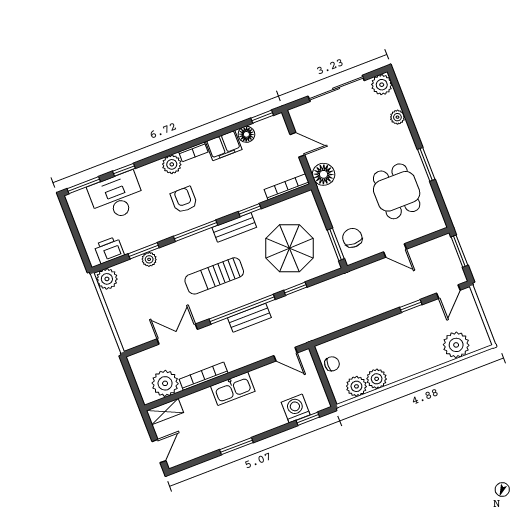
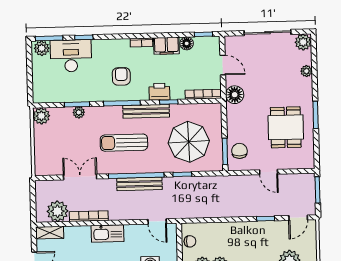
plant: (172, 164) -> (42, 48), moved
bench: (234, 227) -> (146, 111), width x1.36
printer: (109, 250) -> (159, 92), moved
bench: (249, 318) -> (139, 184), width x1.36

